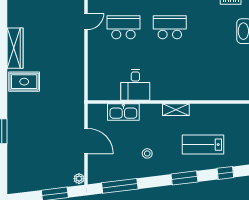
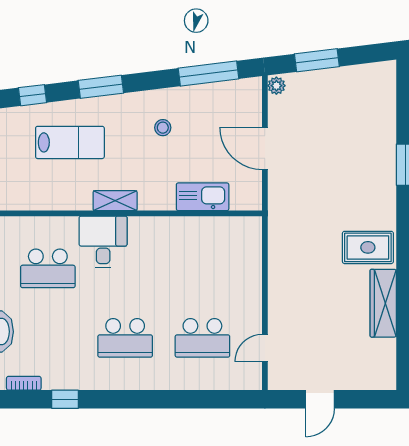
school desk: (216, 69) -> (48, 268), added
desk: (135, 85) -> (103, 242), moved

